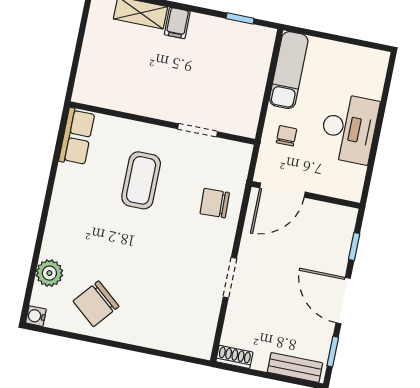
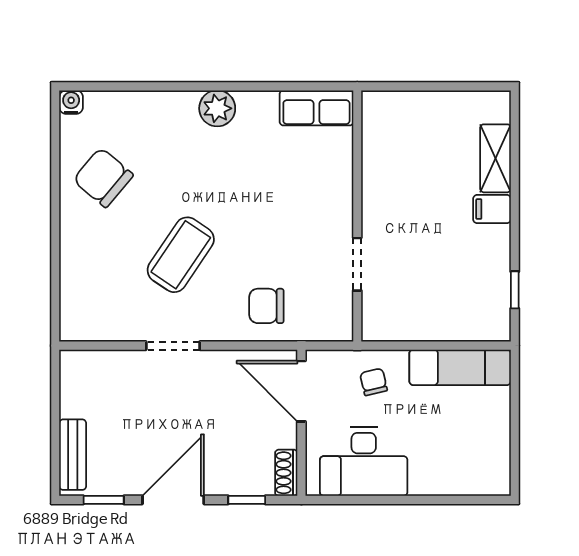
desk: (349, 129) -> (364, 462), moved
chair: (286, 136) -> (374, 382), turned -103
coffee table: (141, 180) -> (181, 255), moved, turned -56
chair: (215, 203) -> (266, 306), turned -88
plant: (49, 273) -> (217, 108), moved
shoe rack: (234, 357) -> (286, 473), moved, turned 180

